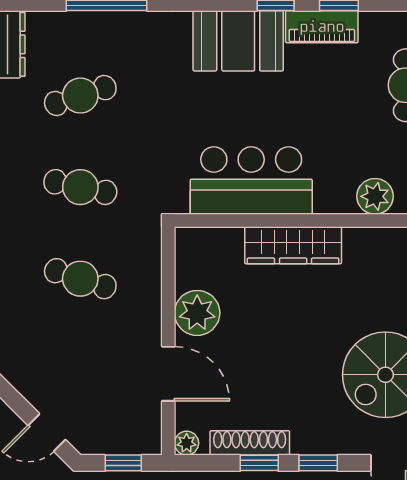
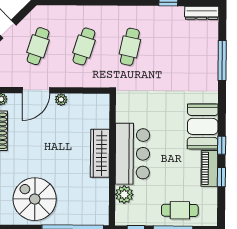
cafe table: (80, 96) -> (38, 46), moved, turned 36
bar counter: (251, 180) -> (132, 154), moved
plant: (197, 313) -> (61, 100), width x0.53, depth x0.53

